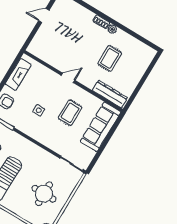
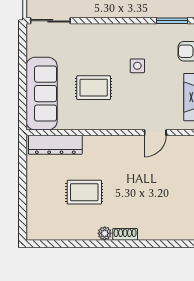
rug: (110, 58) -> (84, 192), turned 90
door: (68, 78) -> (155, 133), moved
rug: (70, 113) -> (94, 88), turned 90

